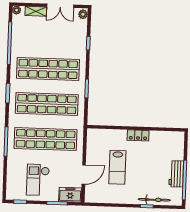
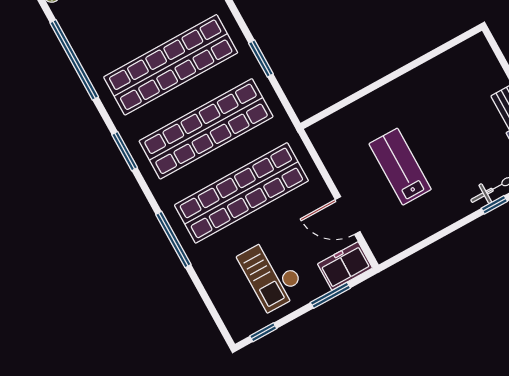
locker: (138, 135) -> (403, 87), removed
lab bench: (117, 167) -> (400, 167), turned 180
door: (84, 175) -> (348, 216), swing flipped

